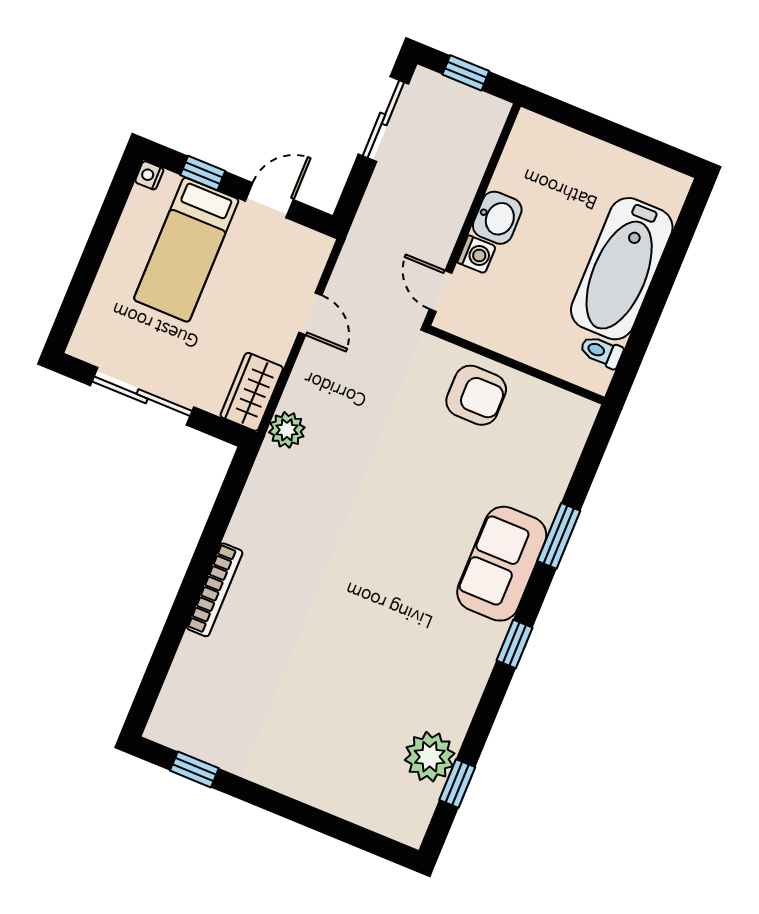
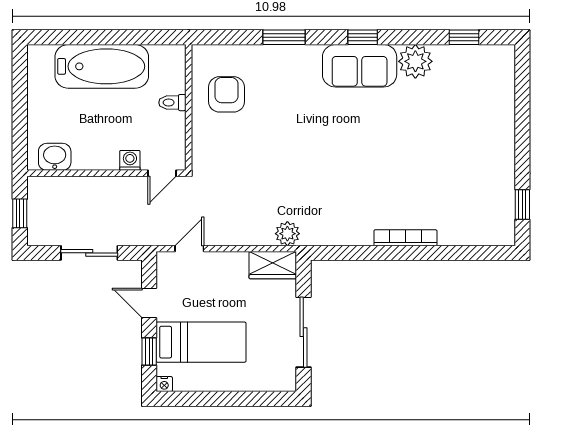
sliding door: (383, 119) -> (89, 253), moved
washbasin: (497, 218) -> (55, 157), moved
door: (310, 314) -> (189, 249), moved
toilet: (601, 352) -> (172, 103), moved, turned 90
armchair: (476, 395) -> (227, 94), moved
sofa: (502, 564) -> (360, 66), moved
plant: (430, 757) -> (415, 61), moved

